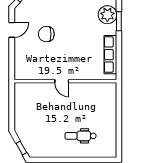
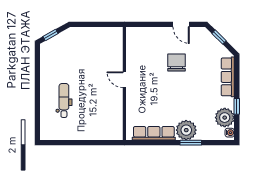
plant: (107, 15) -> (186, 130), moved
door: (62, 81) -> (124, 80), hinge flipped

